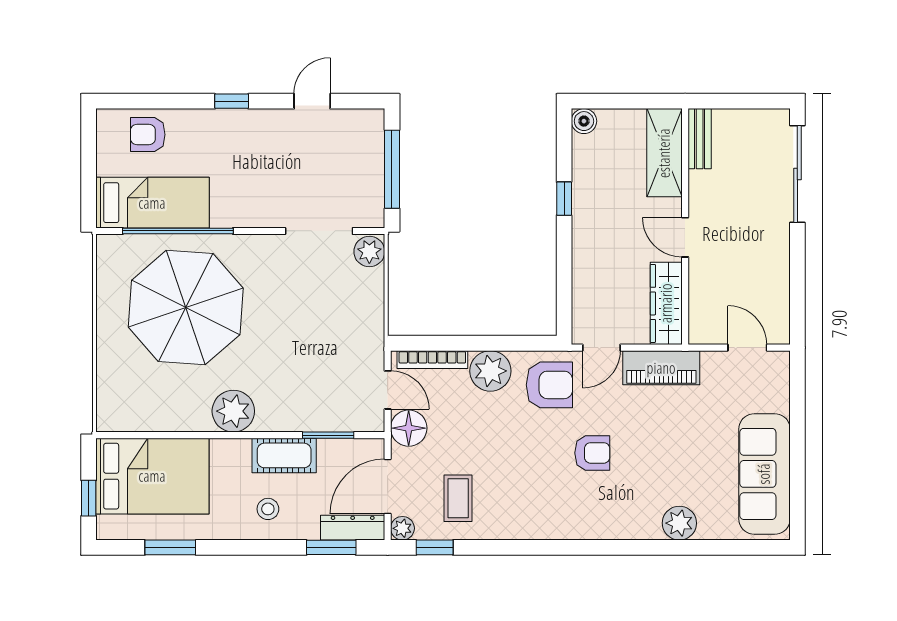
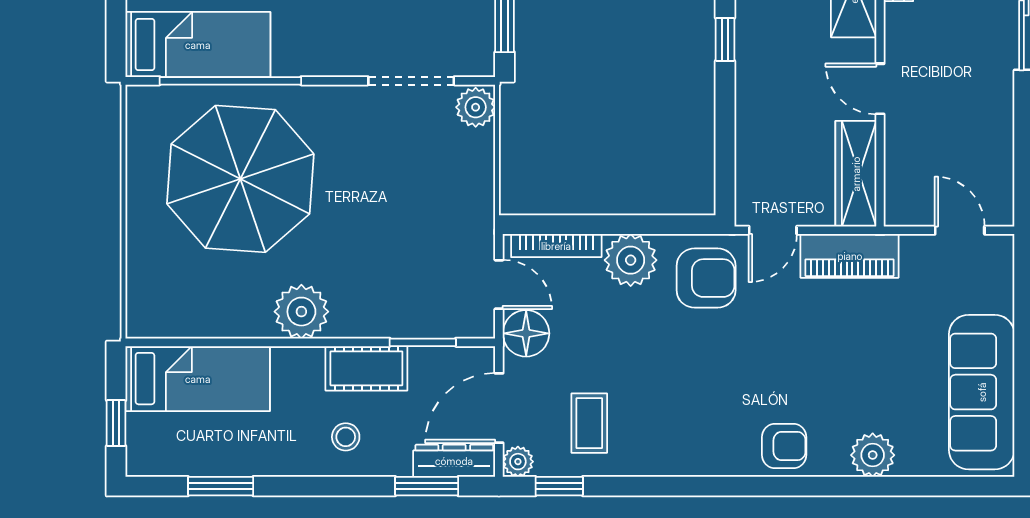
armchair: (592, 453) -> (784, 446), moved
bed: (152, 476) -> (198, 379), width x0.67

